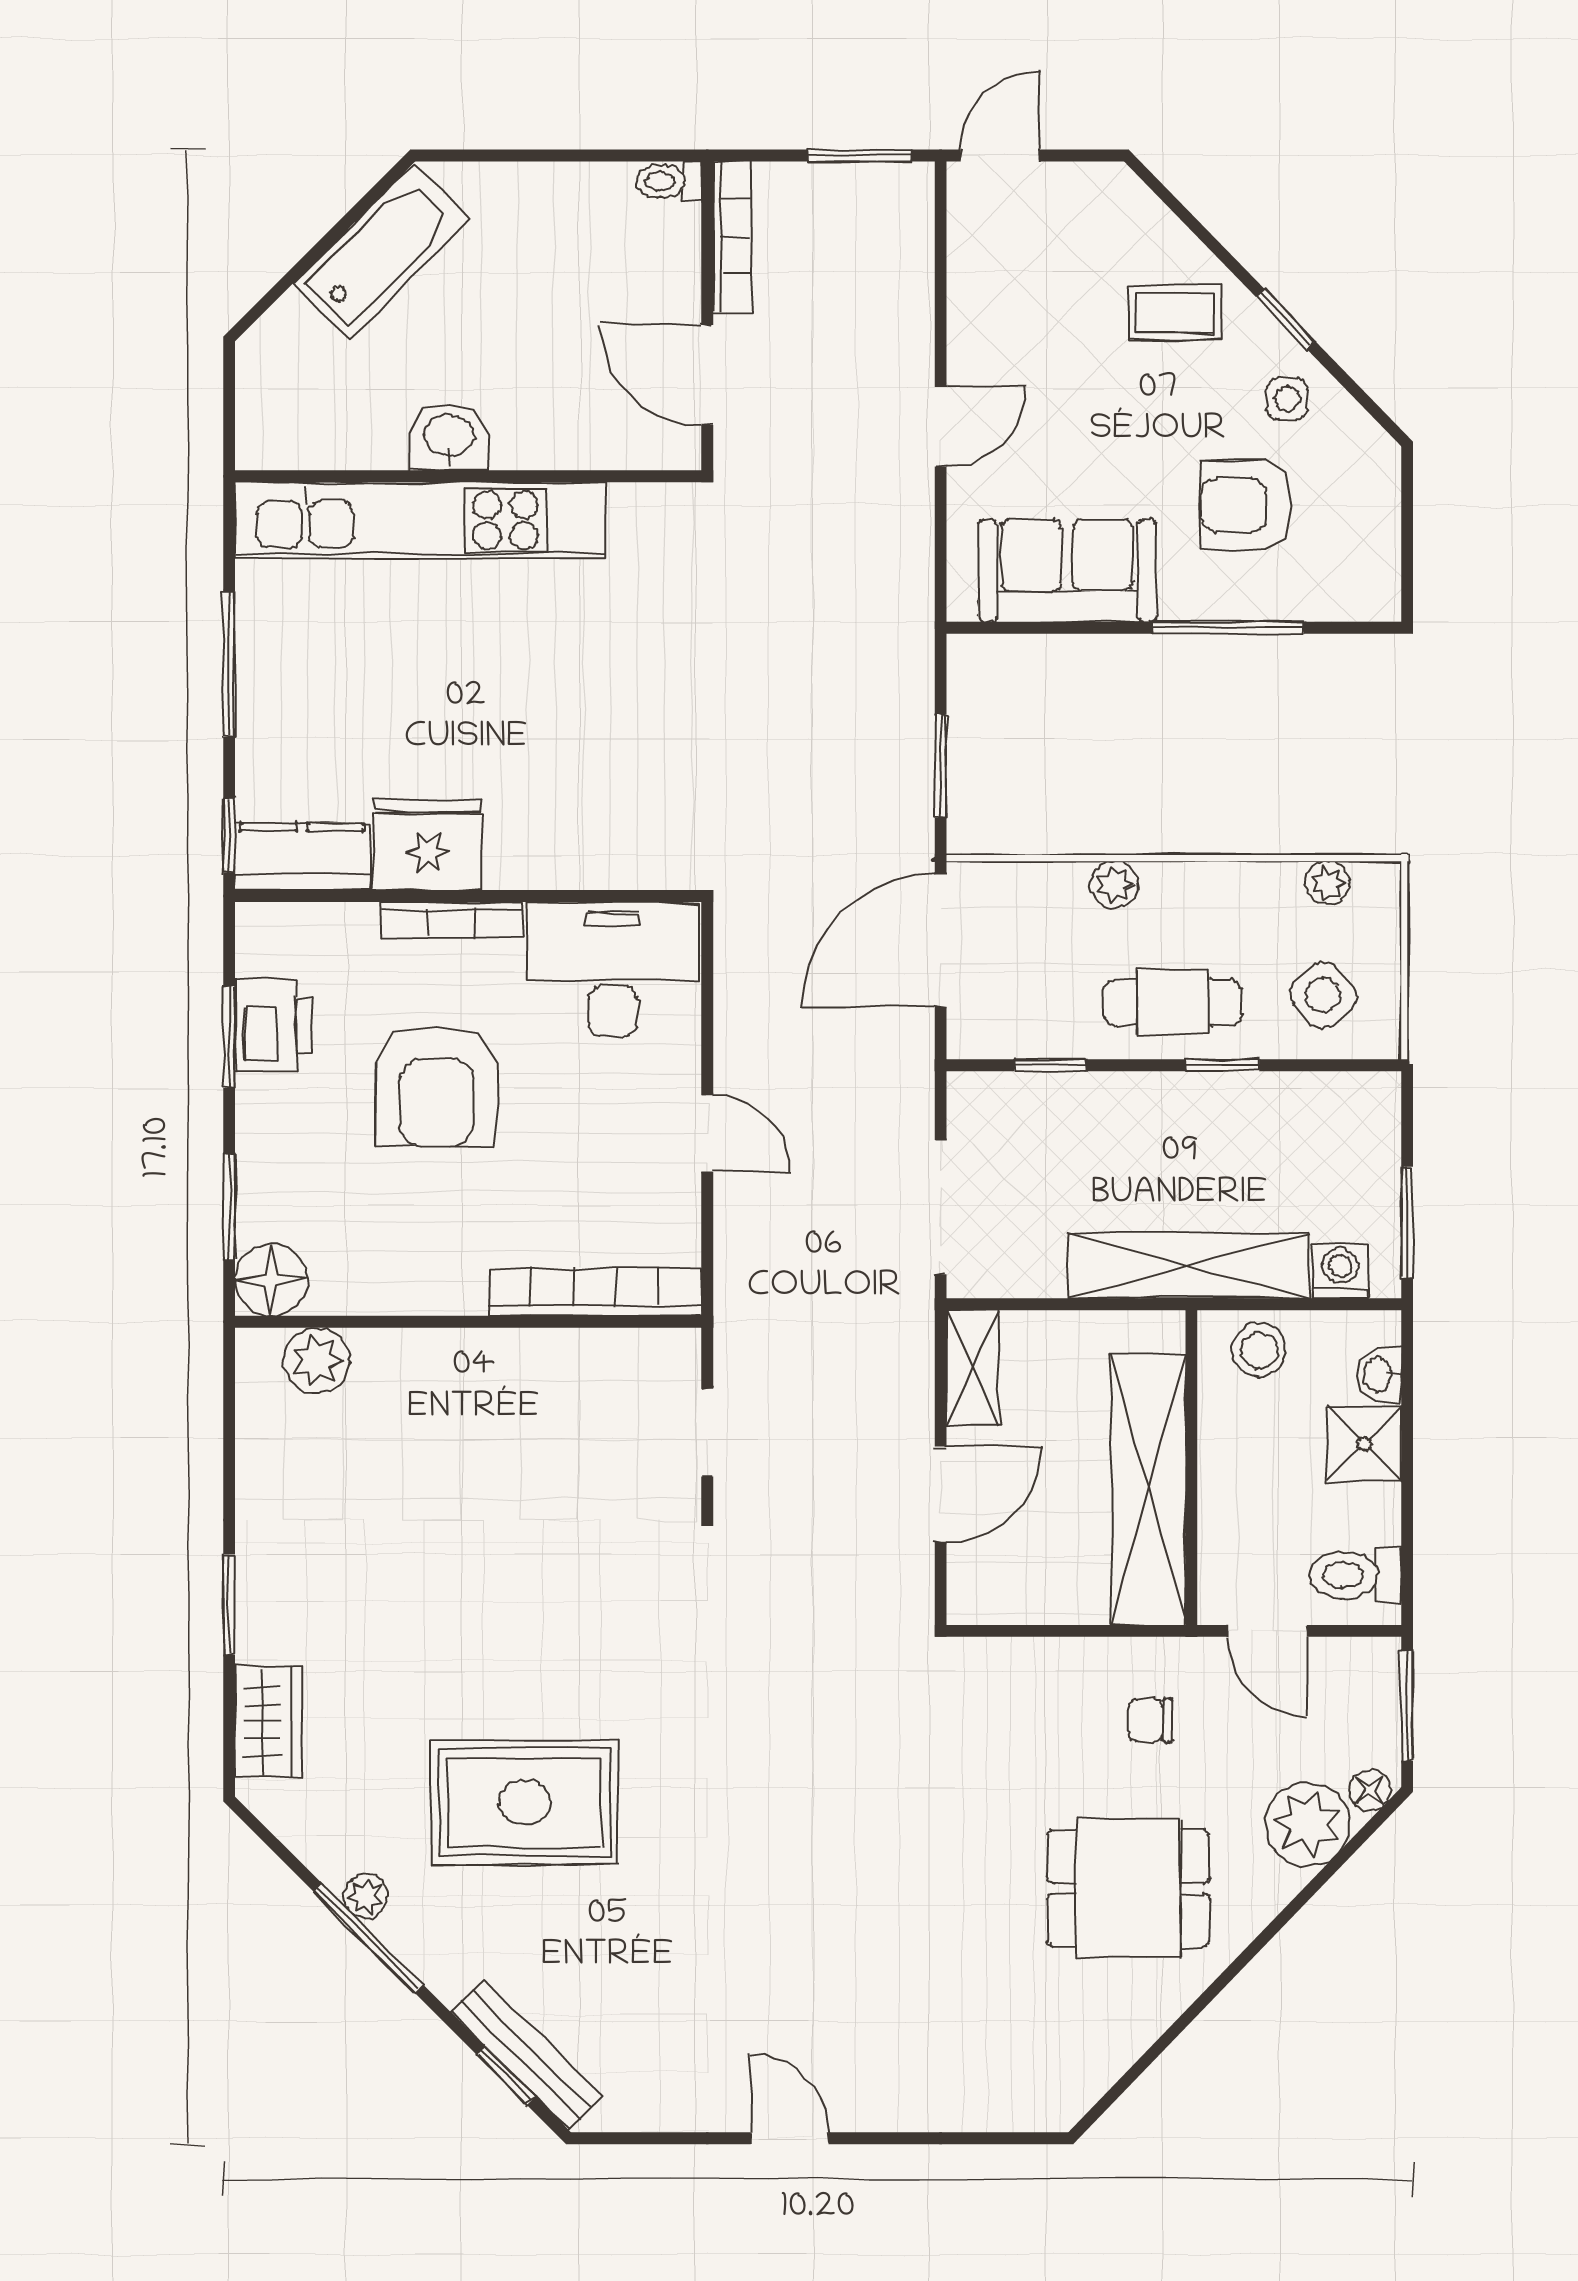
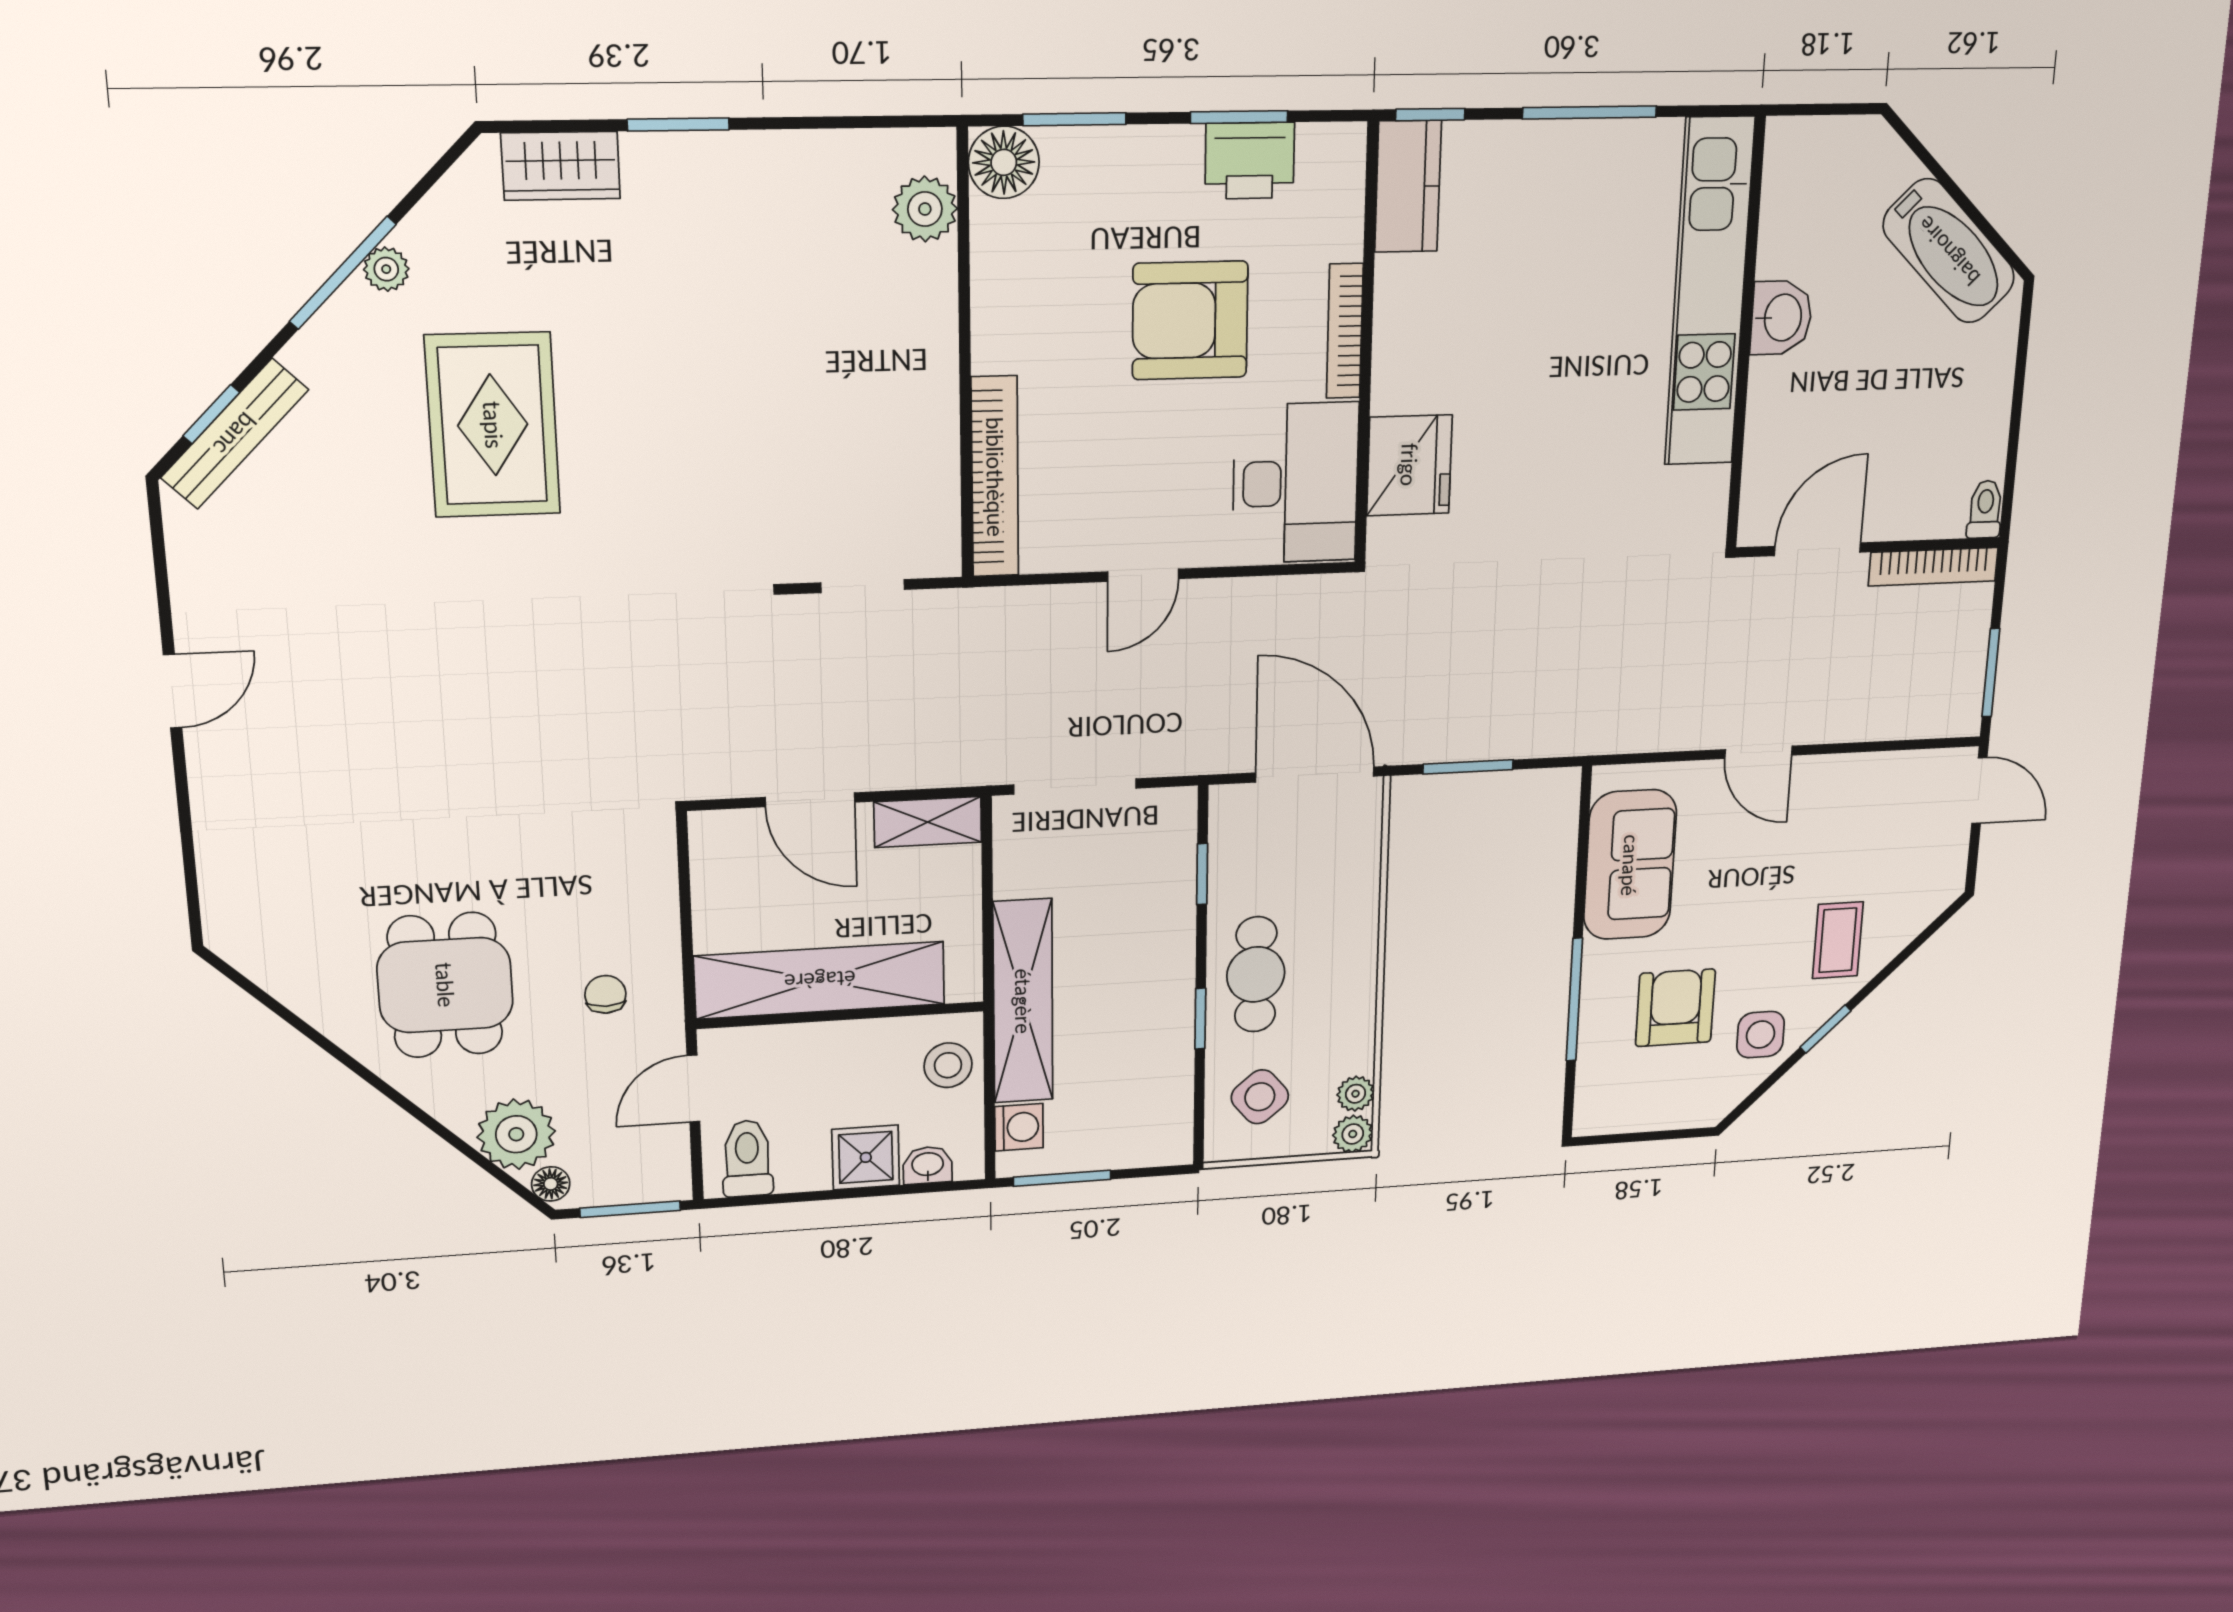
side table: (1287, 399) -> (1761, 1035), width x1.37, depth x1.37
fridge: (428, 845) -> (1409, 465), moved
plant: (1115, 885) -> (1353, 1134), moved

